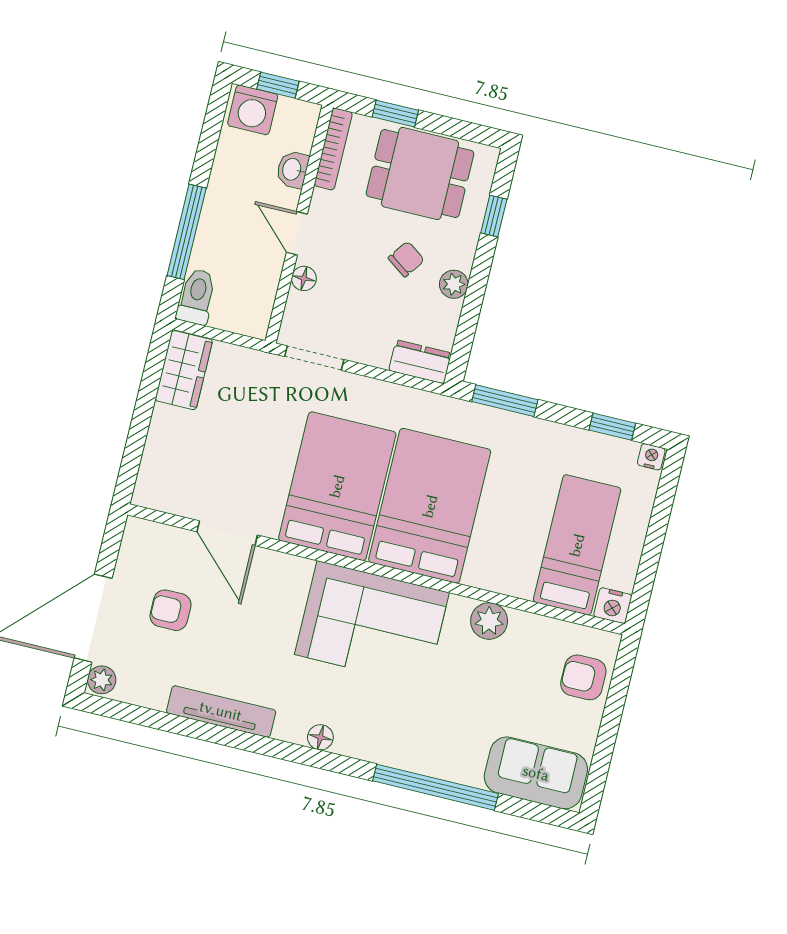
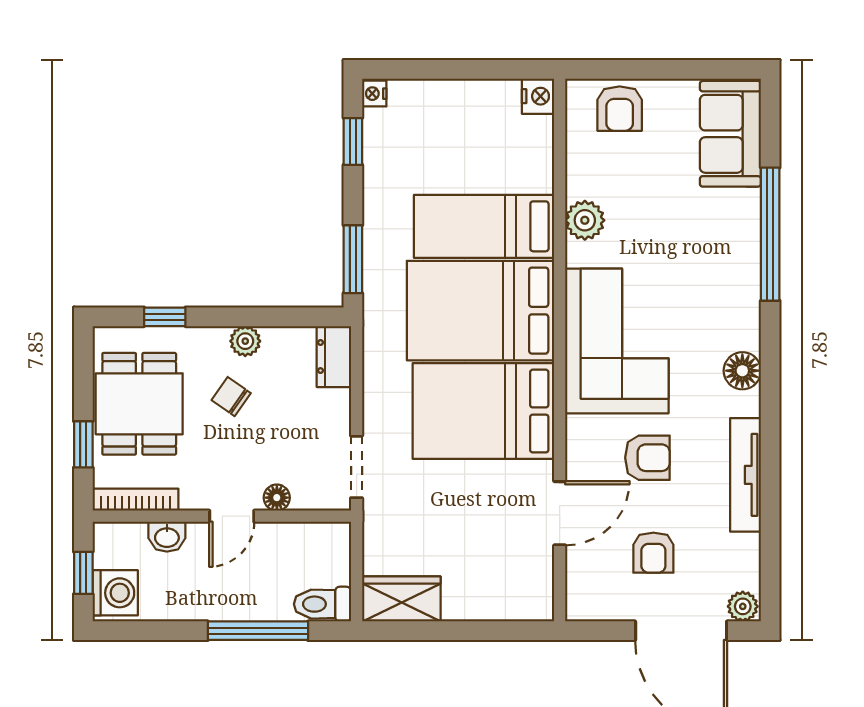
bed: (577, 545) -> (484, 226), moved
armchair: (258, 626) -> (647, 458), added
floor lamp: (320, 737) -> (742, 371), width x1.37, depth x1.37

